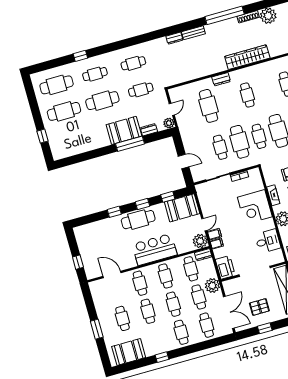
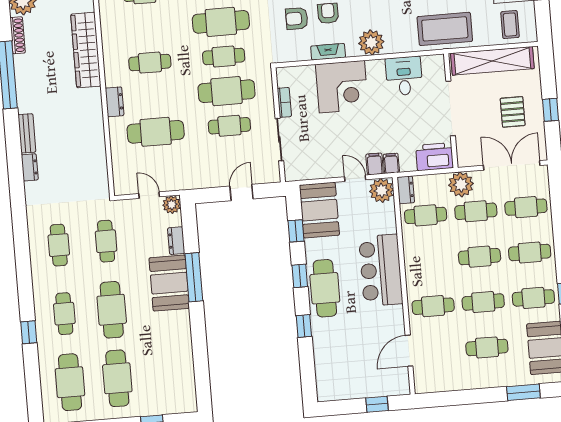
cafe table: (165, 276) -> (533, 298), moved
window: (97, 329) -> (523, 392), moved

